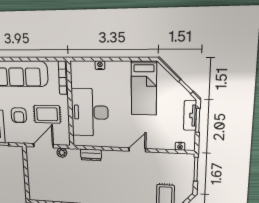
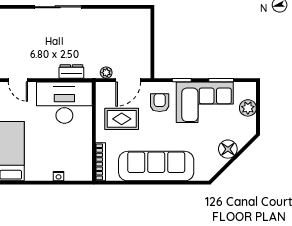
desk: (90, 112) -> (64, 103), moved, turned -90
armchair: (19, 115) -> (160, 103), moved
door: (137, 150) -> (18, 80), hinge flipped

